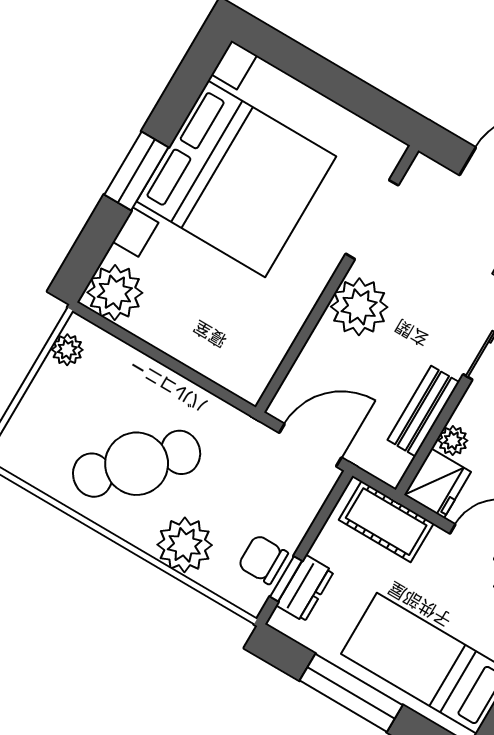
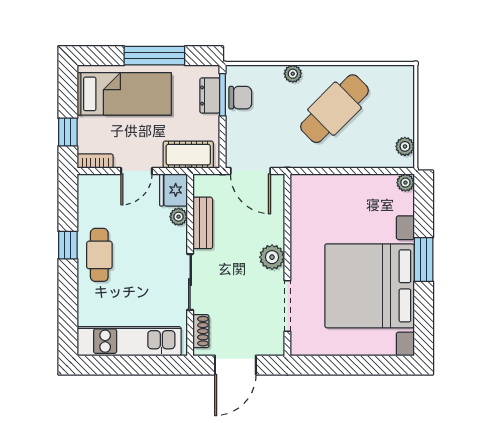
plant: (115, 293) -> (405, 183), width x0.53, depth x0.53
plant: (359, 307) -> (272, 257), width x0.73, depth x0.73
door: (310, 445) -> (251, 171), hinge flipped
plant: (185, 545) -> (293, 74), width x0.53, depth x0.53
window: (286, 579) -> (222, 95), width x1.50

